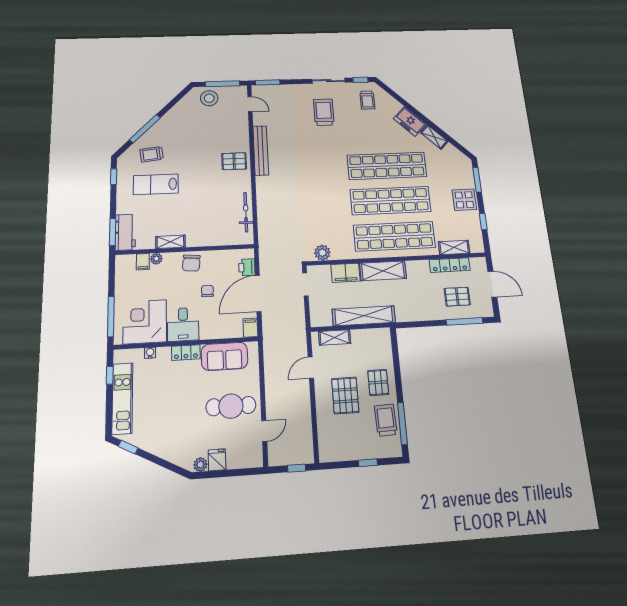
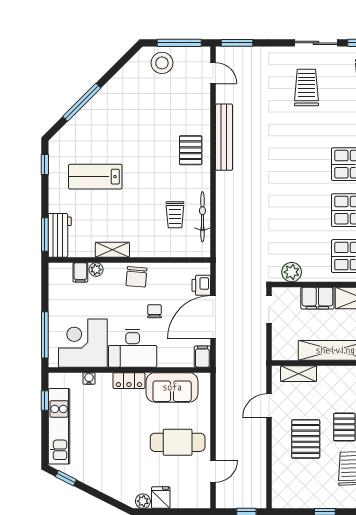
trolley: (152, 154) -> (175, 215), moved, turned -83
pallet: (234, 161) -> (191, 150), turned 90
desk: (183, 324) -> (133, 348), width x1.37

